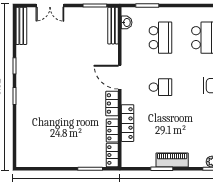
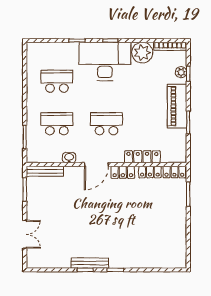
washbasin: (127, 22) -> (69, 158), moved
bench: (21, 26) -> (90, 263), moved
school desk: (160, 87) -> (106, 124), width x1.85
piano: (172, 160) -> (177, 106), width x1.37, depth x1.33

